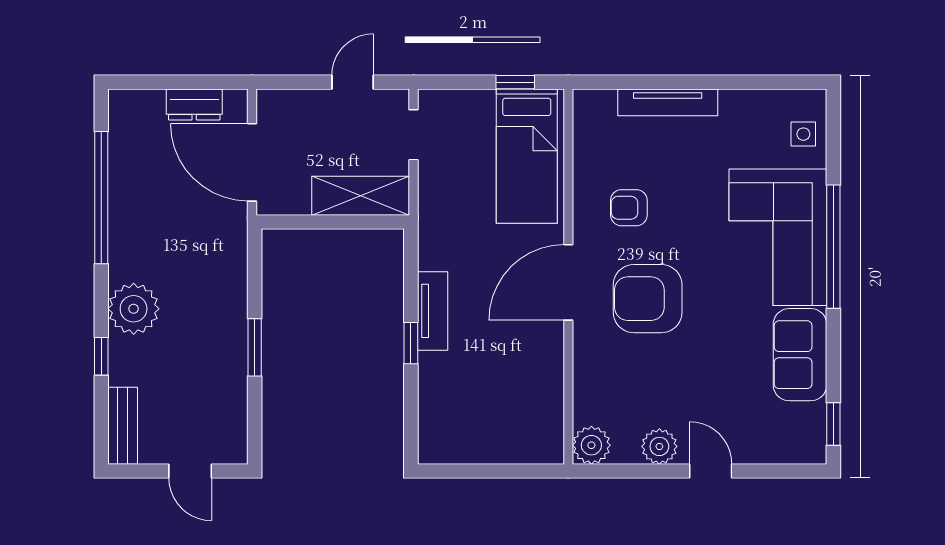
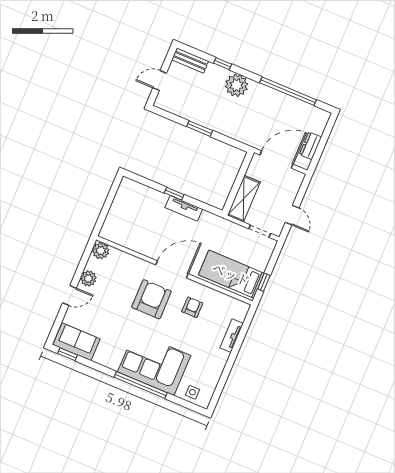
tv unit: (668, 102) -> (232, 336), width x0.71
door: (568, 282) -> (172, 269), hinge flipped
sofa: (800, 355) -> (76, 342), moved

